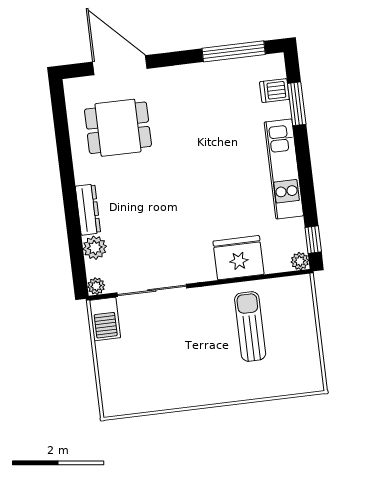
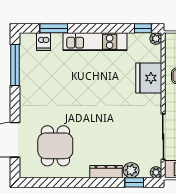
window: (77, 255) -> (134, 182), added

